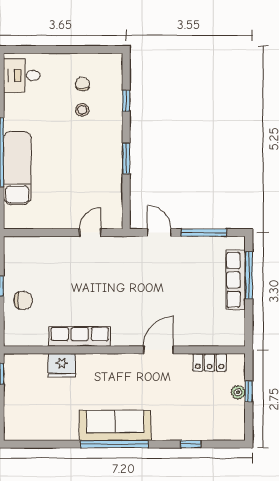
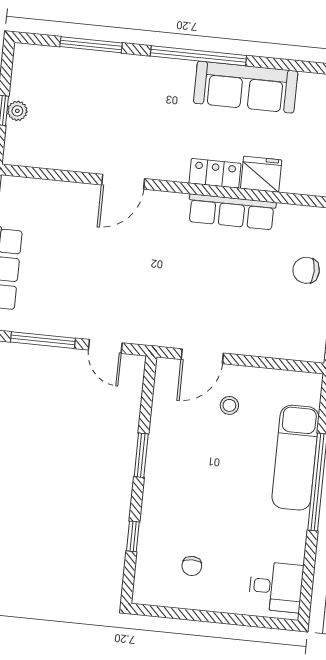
stool: (82, 110) -> (229, 405), moved
door: (90, 233) -> (202, 356), width x1.37
locker: (210, 362) -> (215, 173), moved
sofa: (115, 425) -> (246, 87), moved
window: (191, 444) -> (91, 45), width x2.17

